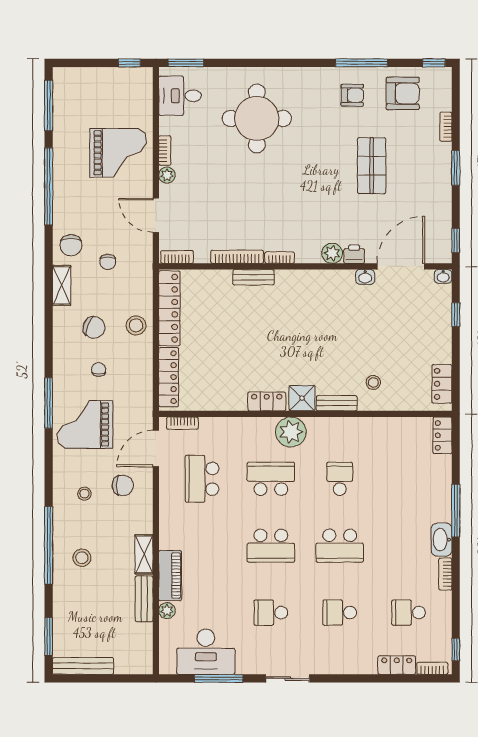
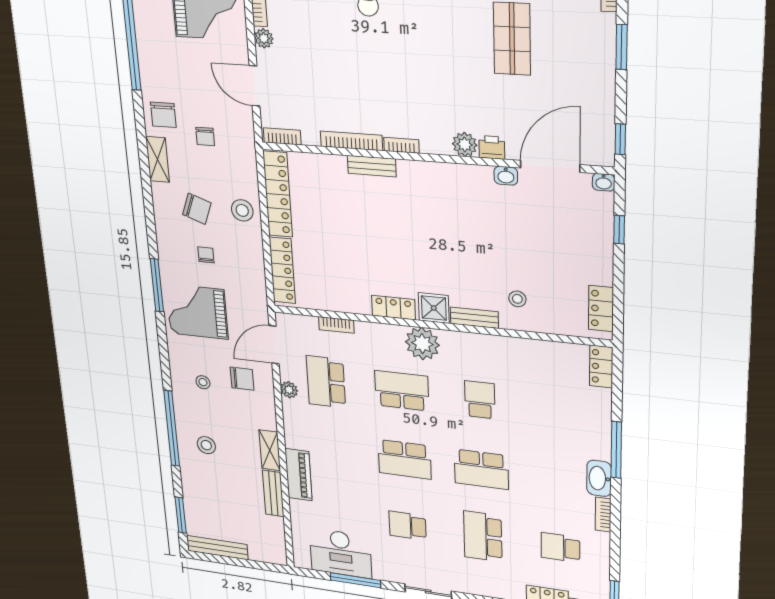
bookcase: (182, 423) -> (336, 325), moved
plant: (167, 611) -> (289, 390), moved
school desk: (340, 613) -> (483, 536), width x1.85

